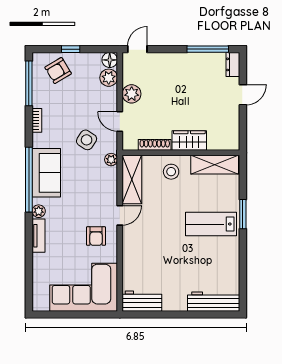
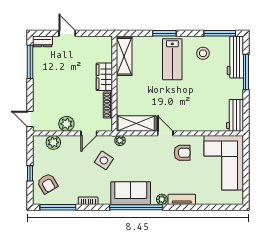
floor lamp: (110, 60) -> (39, 142), removed
stool: (171, 172) -> (203, 53), moved
window: (243, 282) -> (220, 33), added
window: (195, 315) -> (246, 72), added

